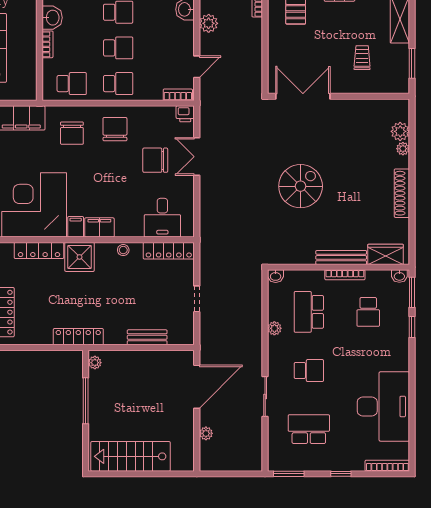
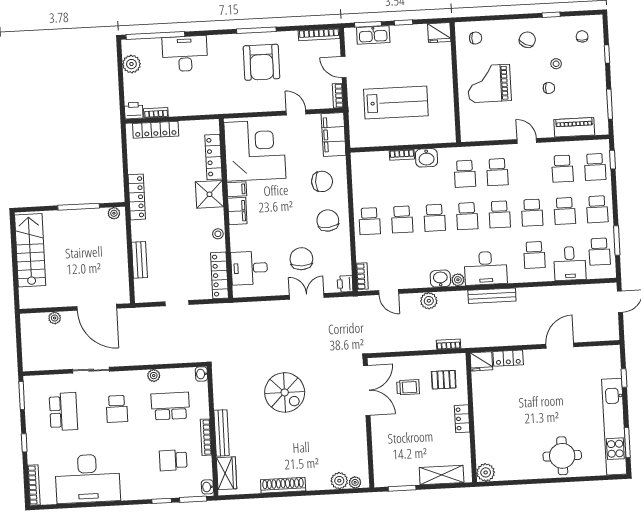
trolley: (362, 58) -> (408, 387), moved
school desk: (72, 84) -> (367, 179), removed
chair: (115, 129) -> (328, 220), turned -96
chair: (72, 133) -> (322, 181), turned 180
plant: (403, 149) -> (355, 482), moved

